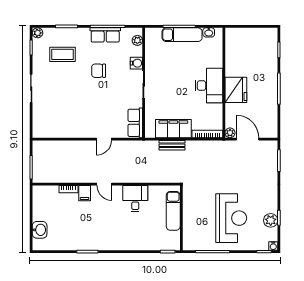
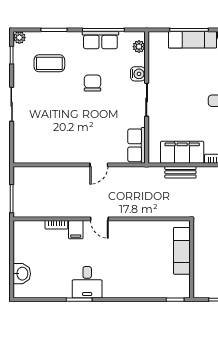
chair: (99, 71) -> (93, 83), turned 90
desk: (135, 199) -> (87, 282), moved, turned 180

